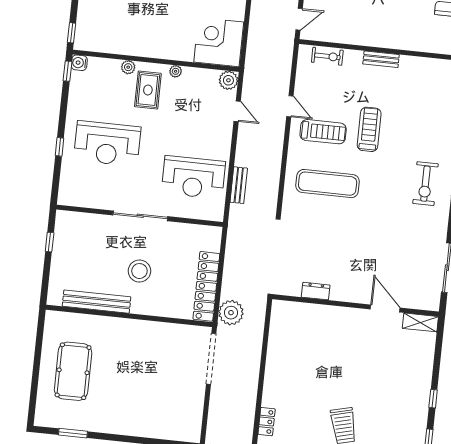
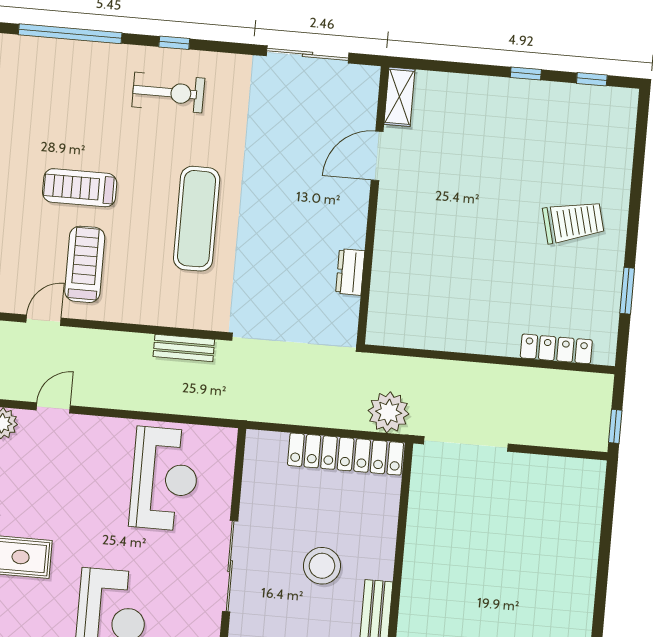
exercise mat: (328, 184) -> (197, 219), moved
bench: (239, 185) -> (184, 348), moved
locker: (267, 422) -> (556, 349), width x1.53

